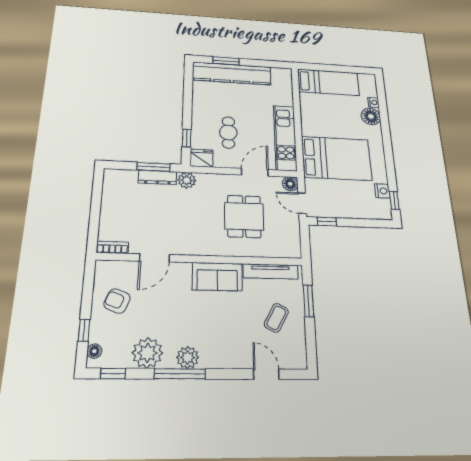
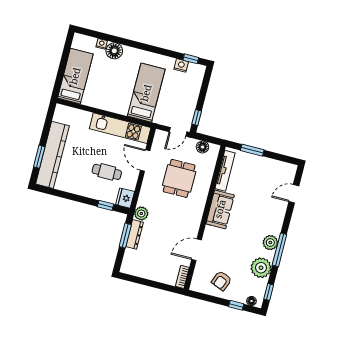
bed: (337, 158) -> (146, 93), width x0.67
floor lamp: (290, 184) -> (202, 147), moved
dining table: (244, 216) -> (179, 178), turned 90
door: (154, 258) -> (197, 250), swing flipped
coffee table: (276, 318) -> (259, 176), removed

